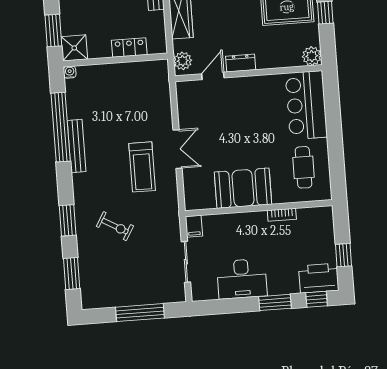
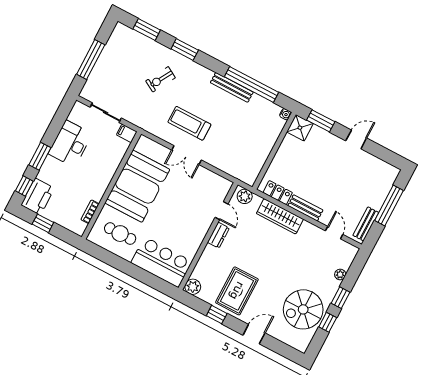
locker: (129, 48) -> (278, 193), moved, turned -90
booth: (243, 188) -> (137, 186), width x1.36, depth x1.42
bookcase: (282, 215) -> (90, 212), moved

